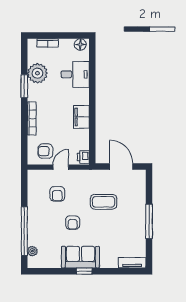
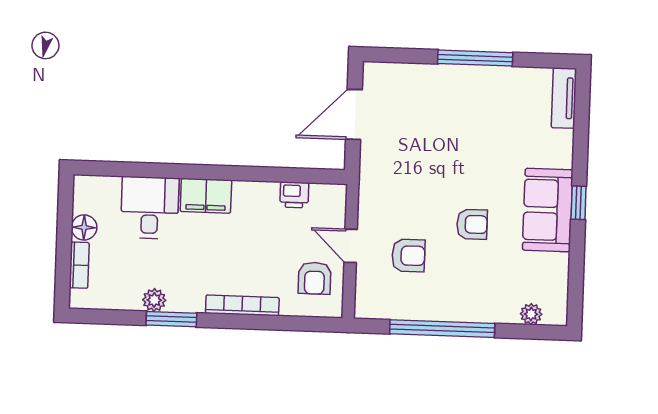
floor lamp: (80, 44) -> (84, 227), moved
plant: (37, 73) -> (154, 300), width x0.53, depth x0.53
filing cabinet: (81, 117) -> (206, 196), moved
printer: (83, 157) -> (294, 195), moved
coffee table: (104, 202) -> (429, 155), removed
window: (24, 231) -> (442, 329), moved

